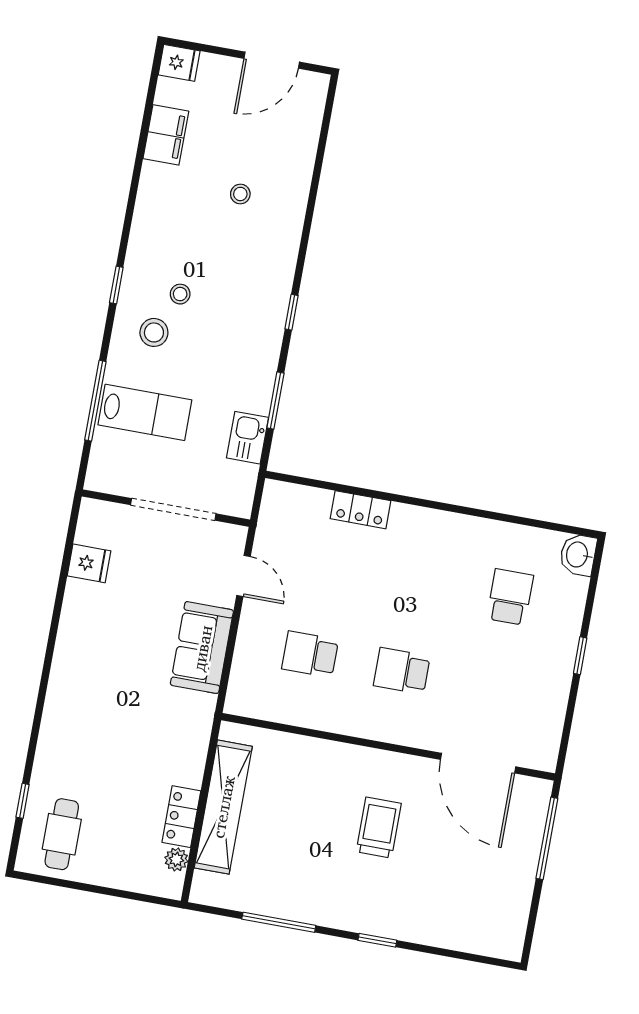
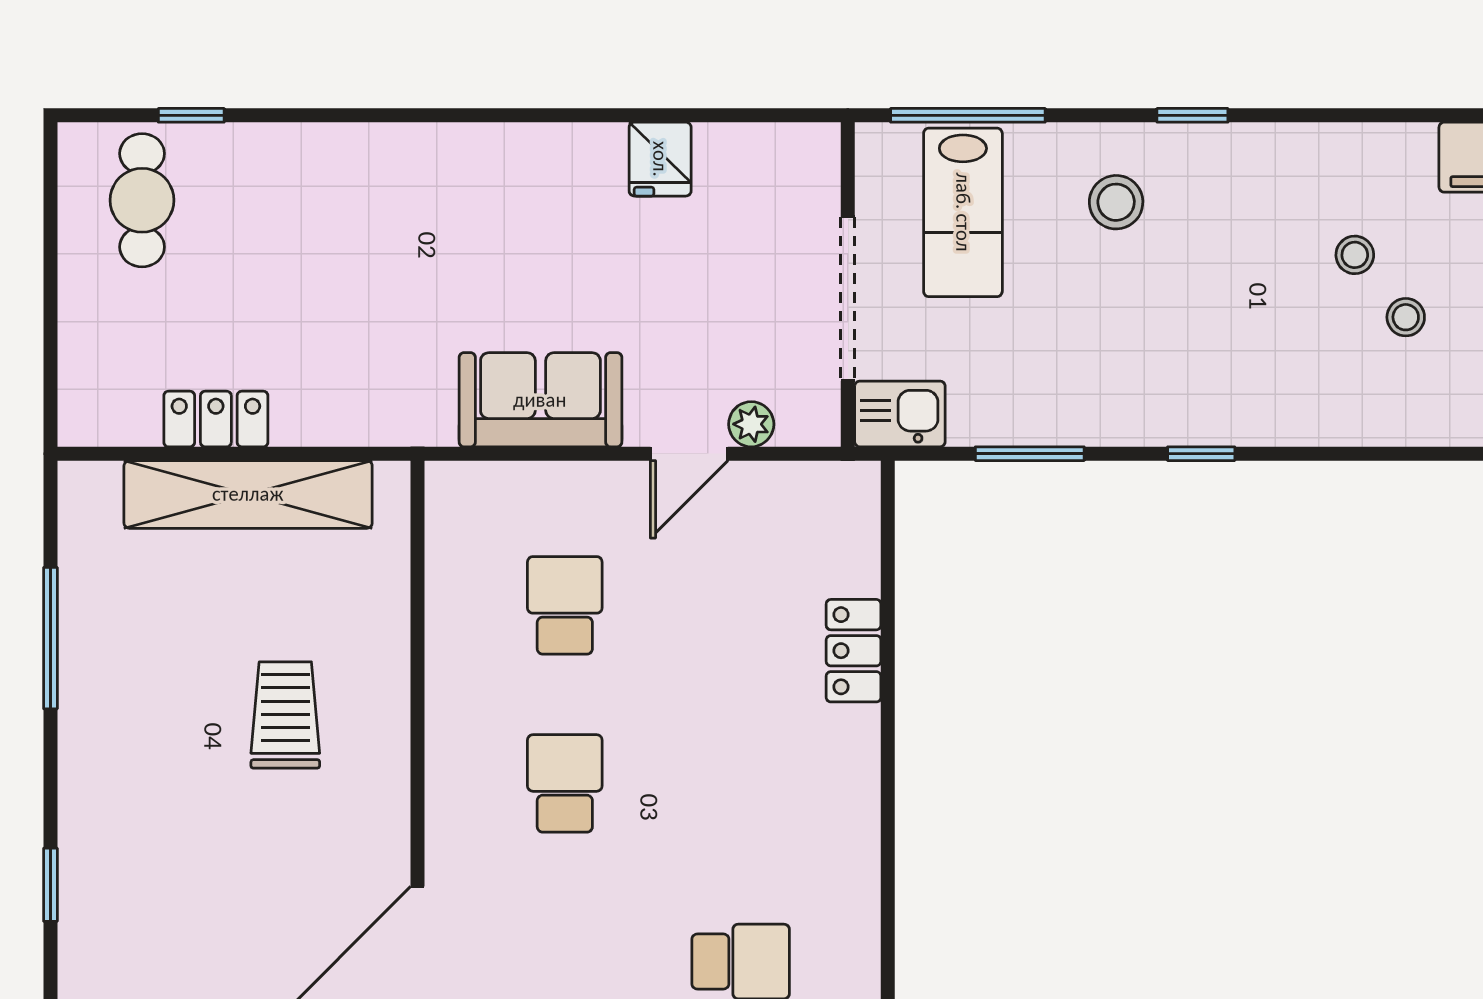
stool: (180, 294) -> (1355, 255), moved
kitchen sink: (248, 438) -> (900, 414), moved
wall: (166, 508) -> (848, 284), moved
doorway: (173, 509) -> (848, 299), moved
trolley: (379, 828) -> (285, 715), moved, turned -90
cafe table: (62, 834) -> (142, 200), turned 90
plant: (176, 859) -> (751, 424), moved
window: (377, 940) -> (50, 885), moved

